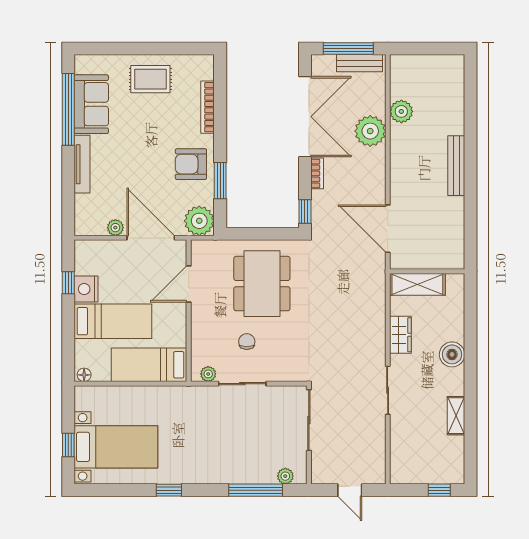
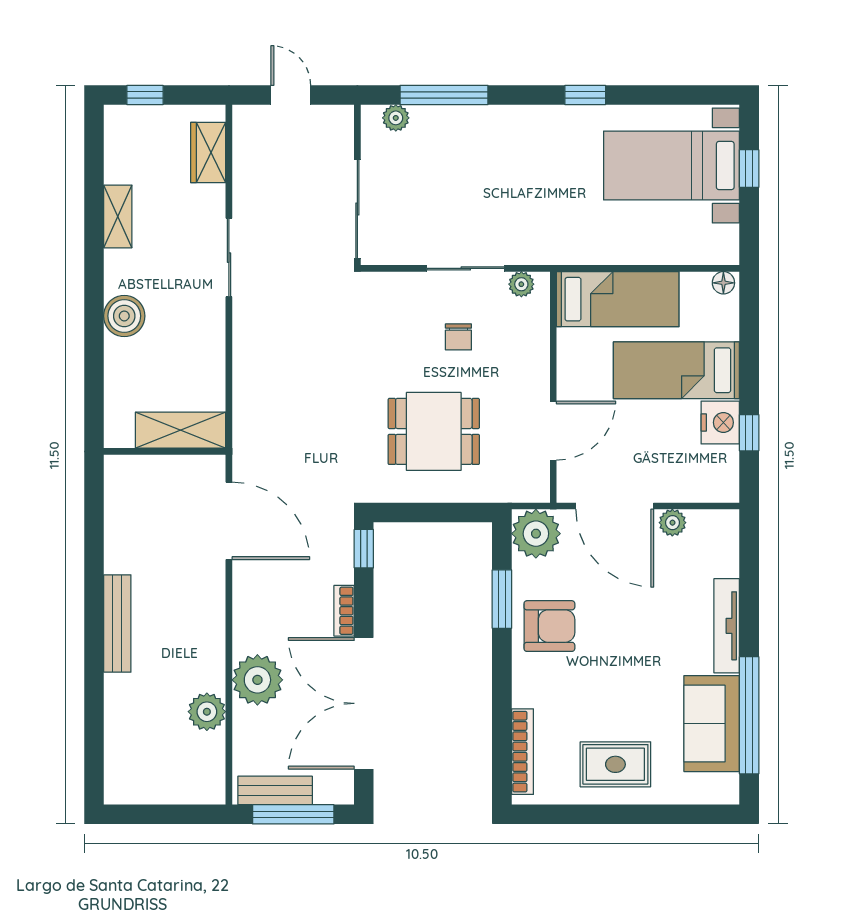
bookcase: (208, 107) -> (522, 752), moved
dining table: (262, 284) -> (434, 431), width x0.73
wardrobe: (400, 335) -> (208, 153), moved

